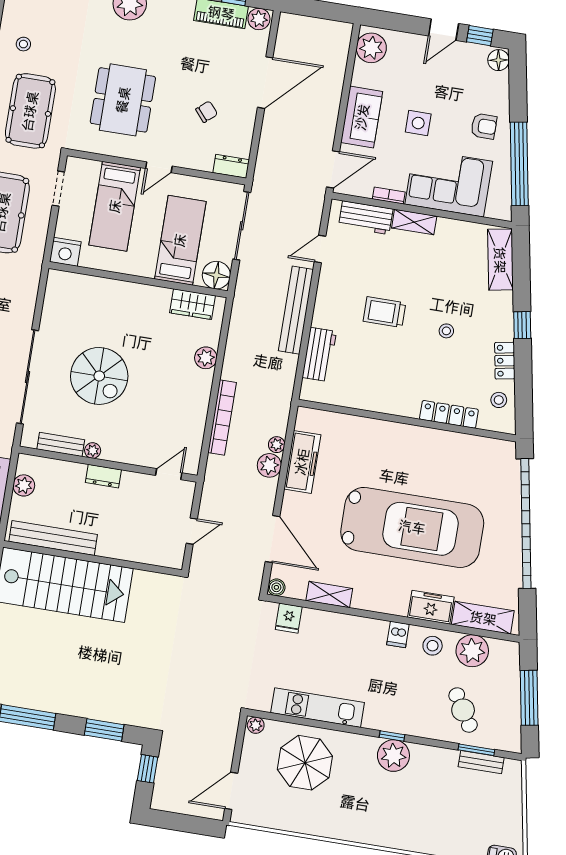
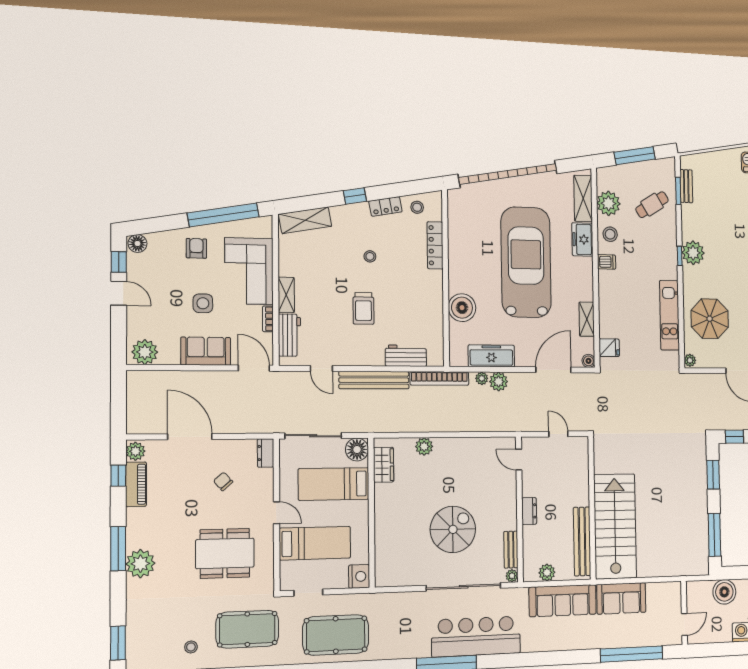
bookcase: (222, 417) -> (439, 378), moved, turned 180
boiler: (367, 435) -> (462, 308), added
plant: (93, 451) -> (512, 576), moved

